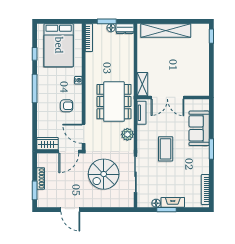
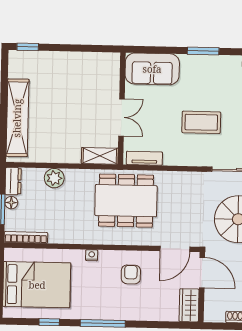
double door: (167, 97) -> (122, 117), width x0.73
sofa: (199, 128) -> (152, 69), moved
plant: (127, 134) -> (54, 178), moved

